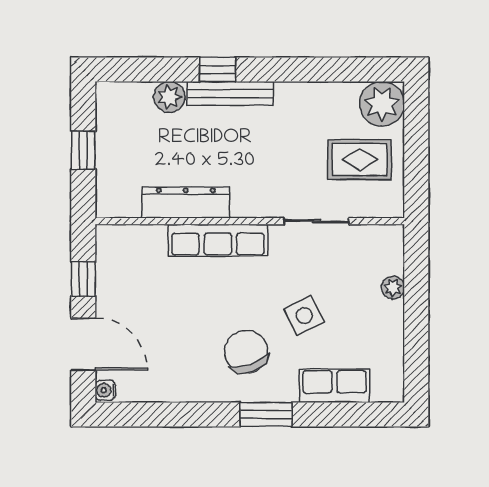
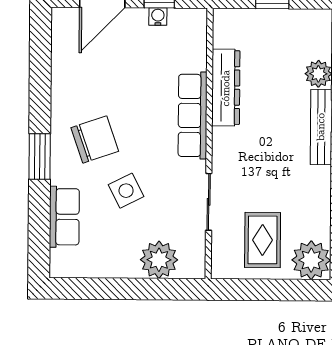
plant: (393, 288) -> (159, 260), width x1.87, depth x1.87
water cooler: (105, 390) -> (158, 17), moved

